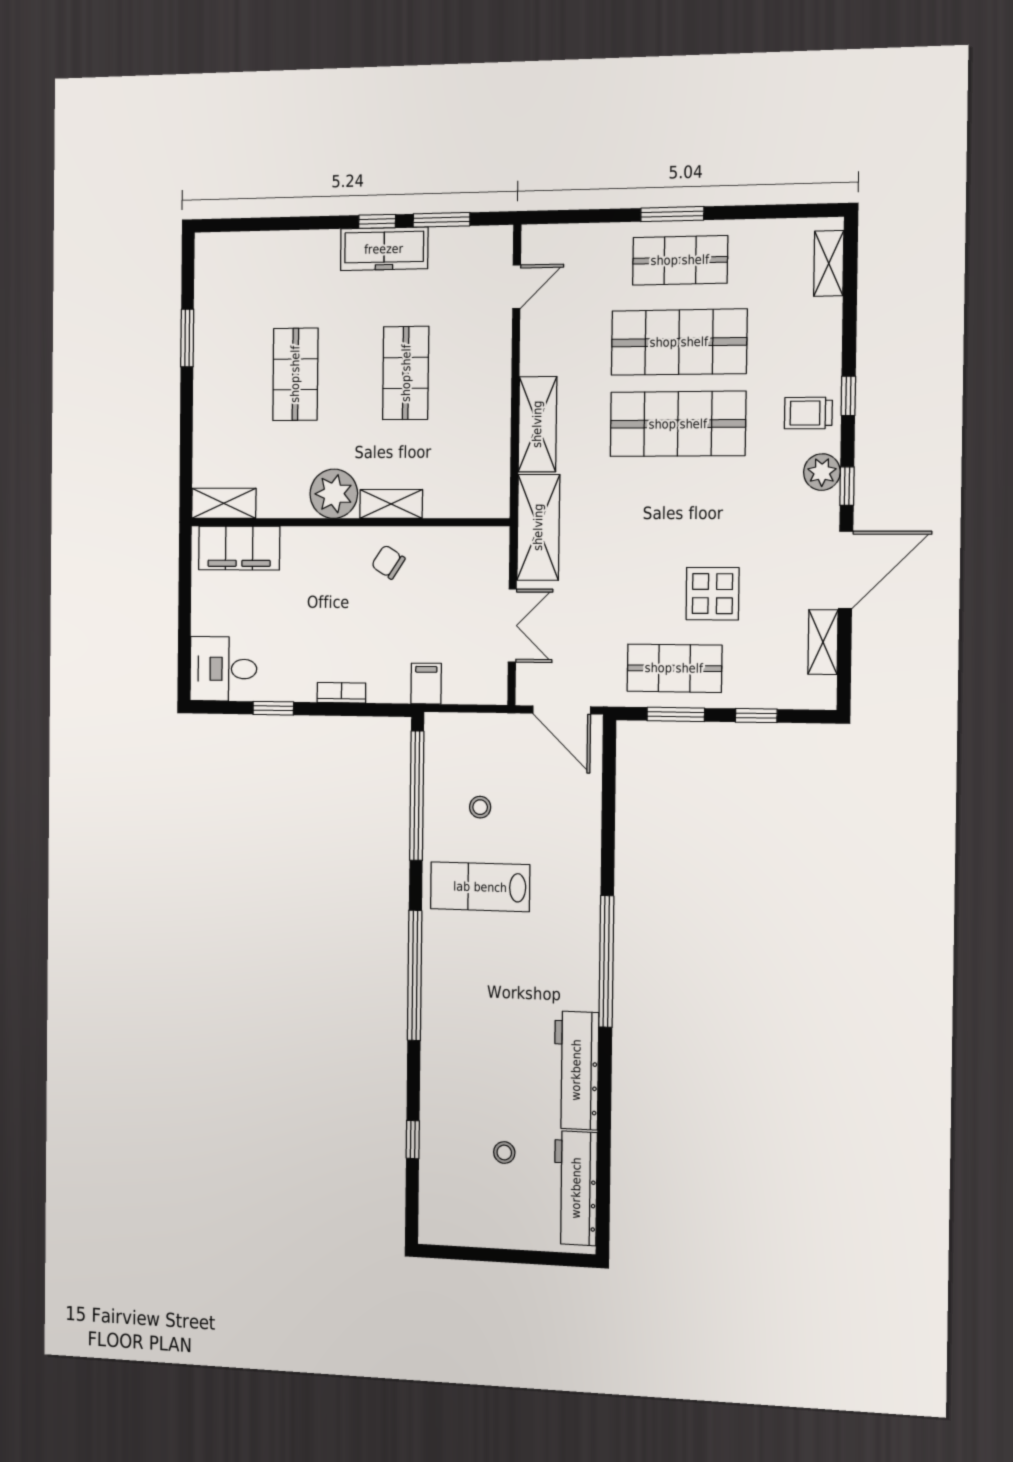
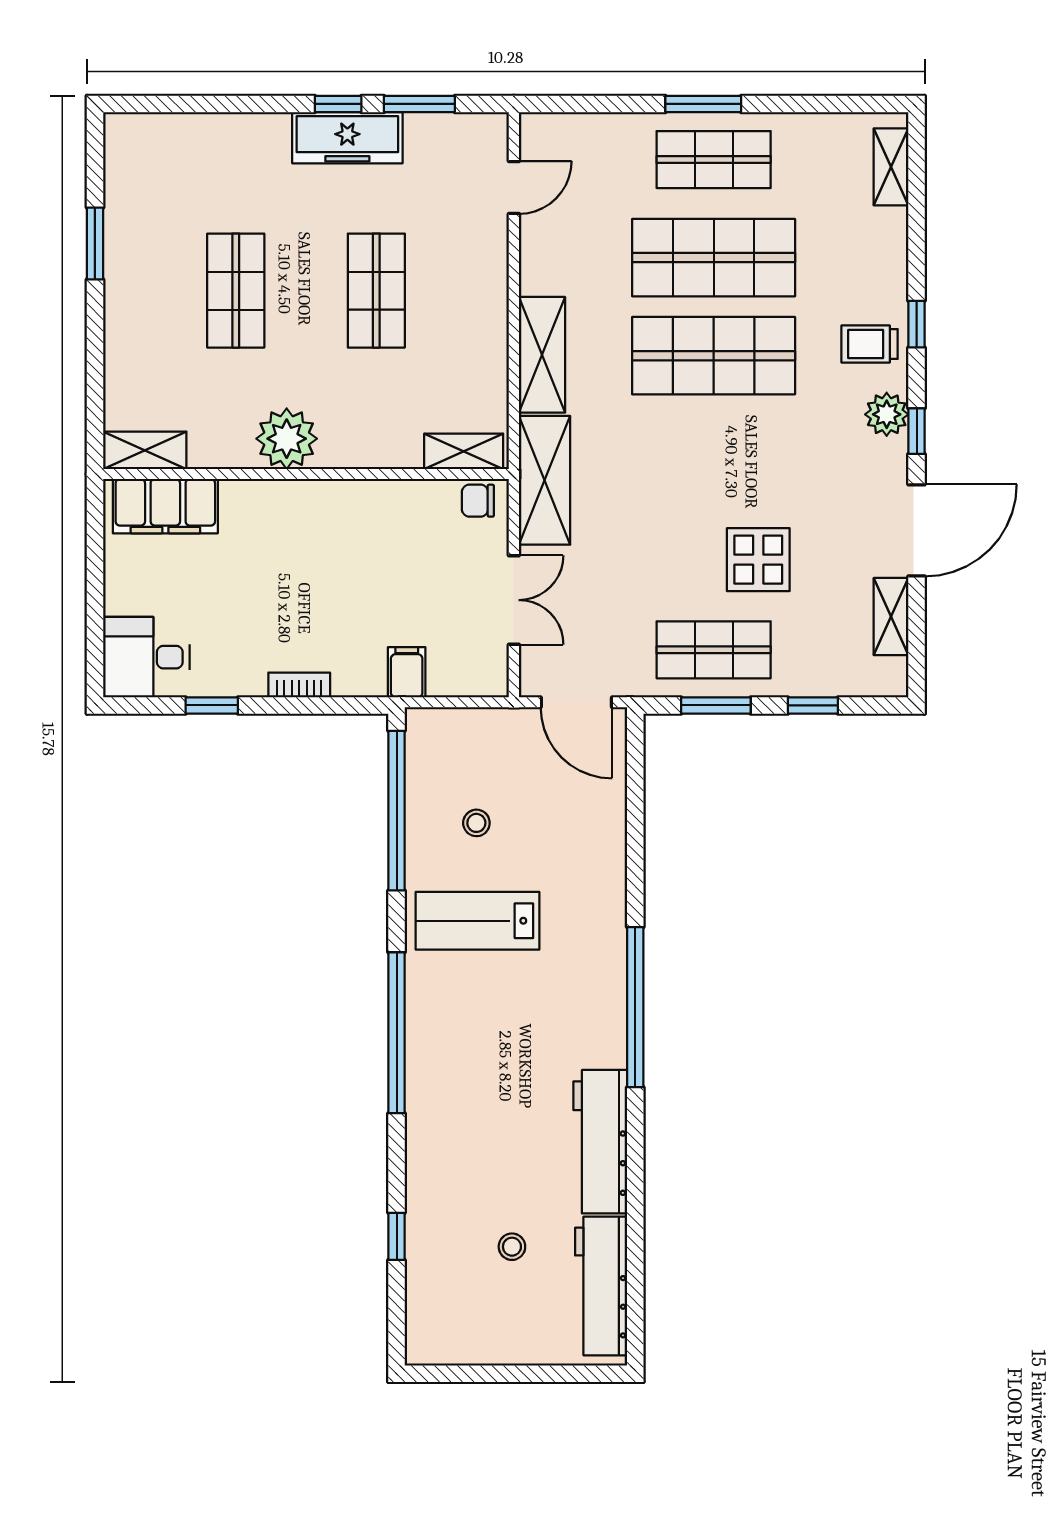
shelving: (391, 504) -> (464, 451), moved
chair: (388, 562) -> (478, 501), moved, turned -33

